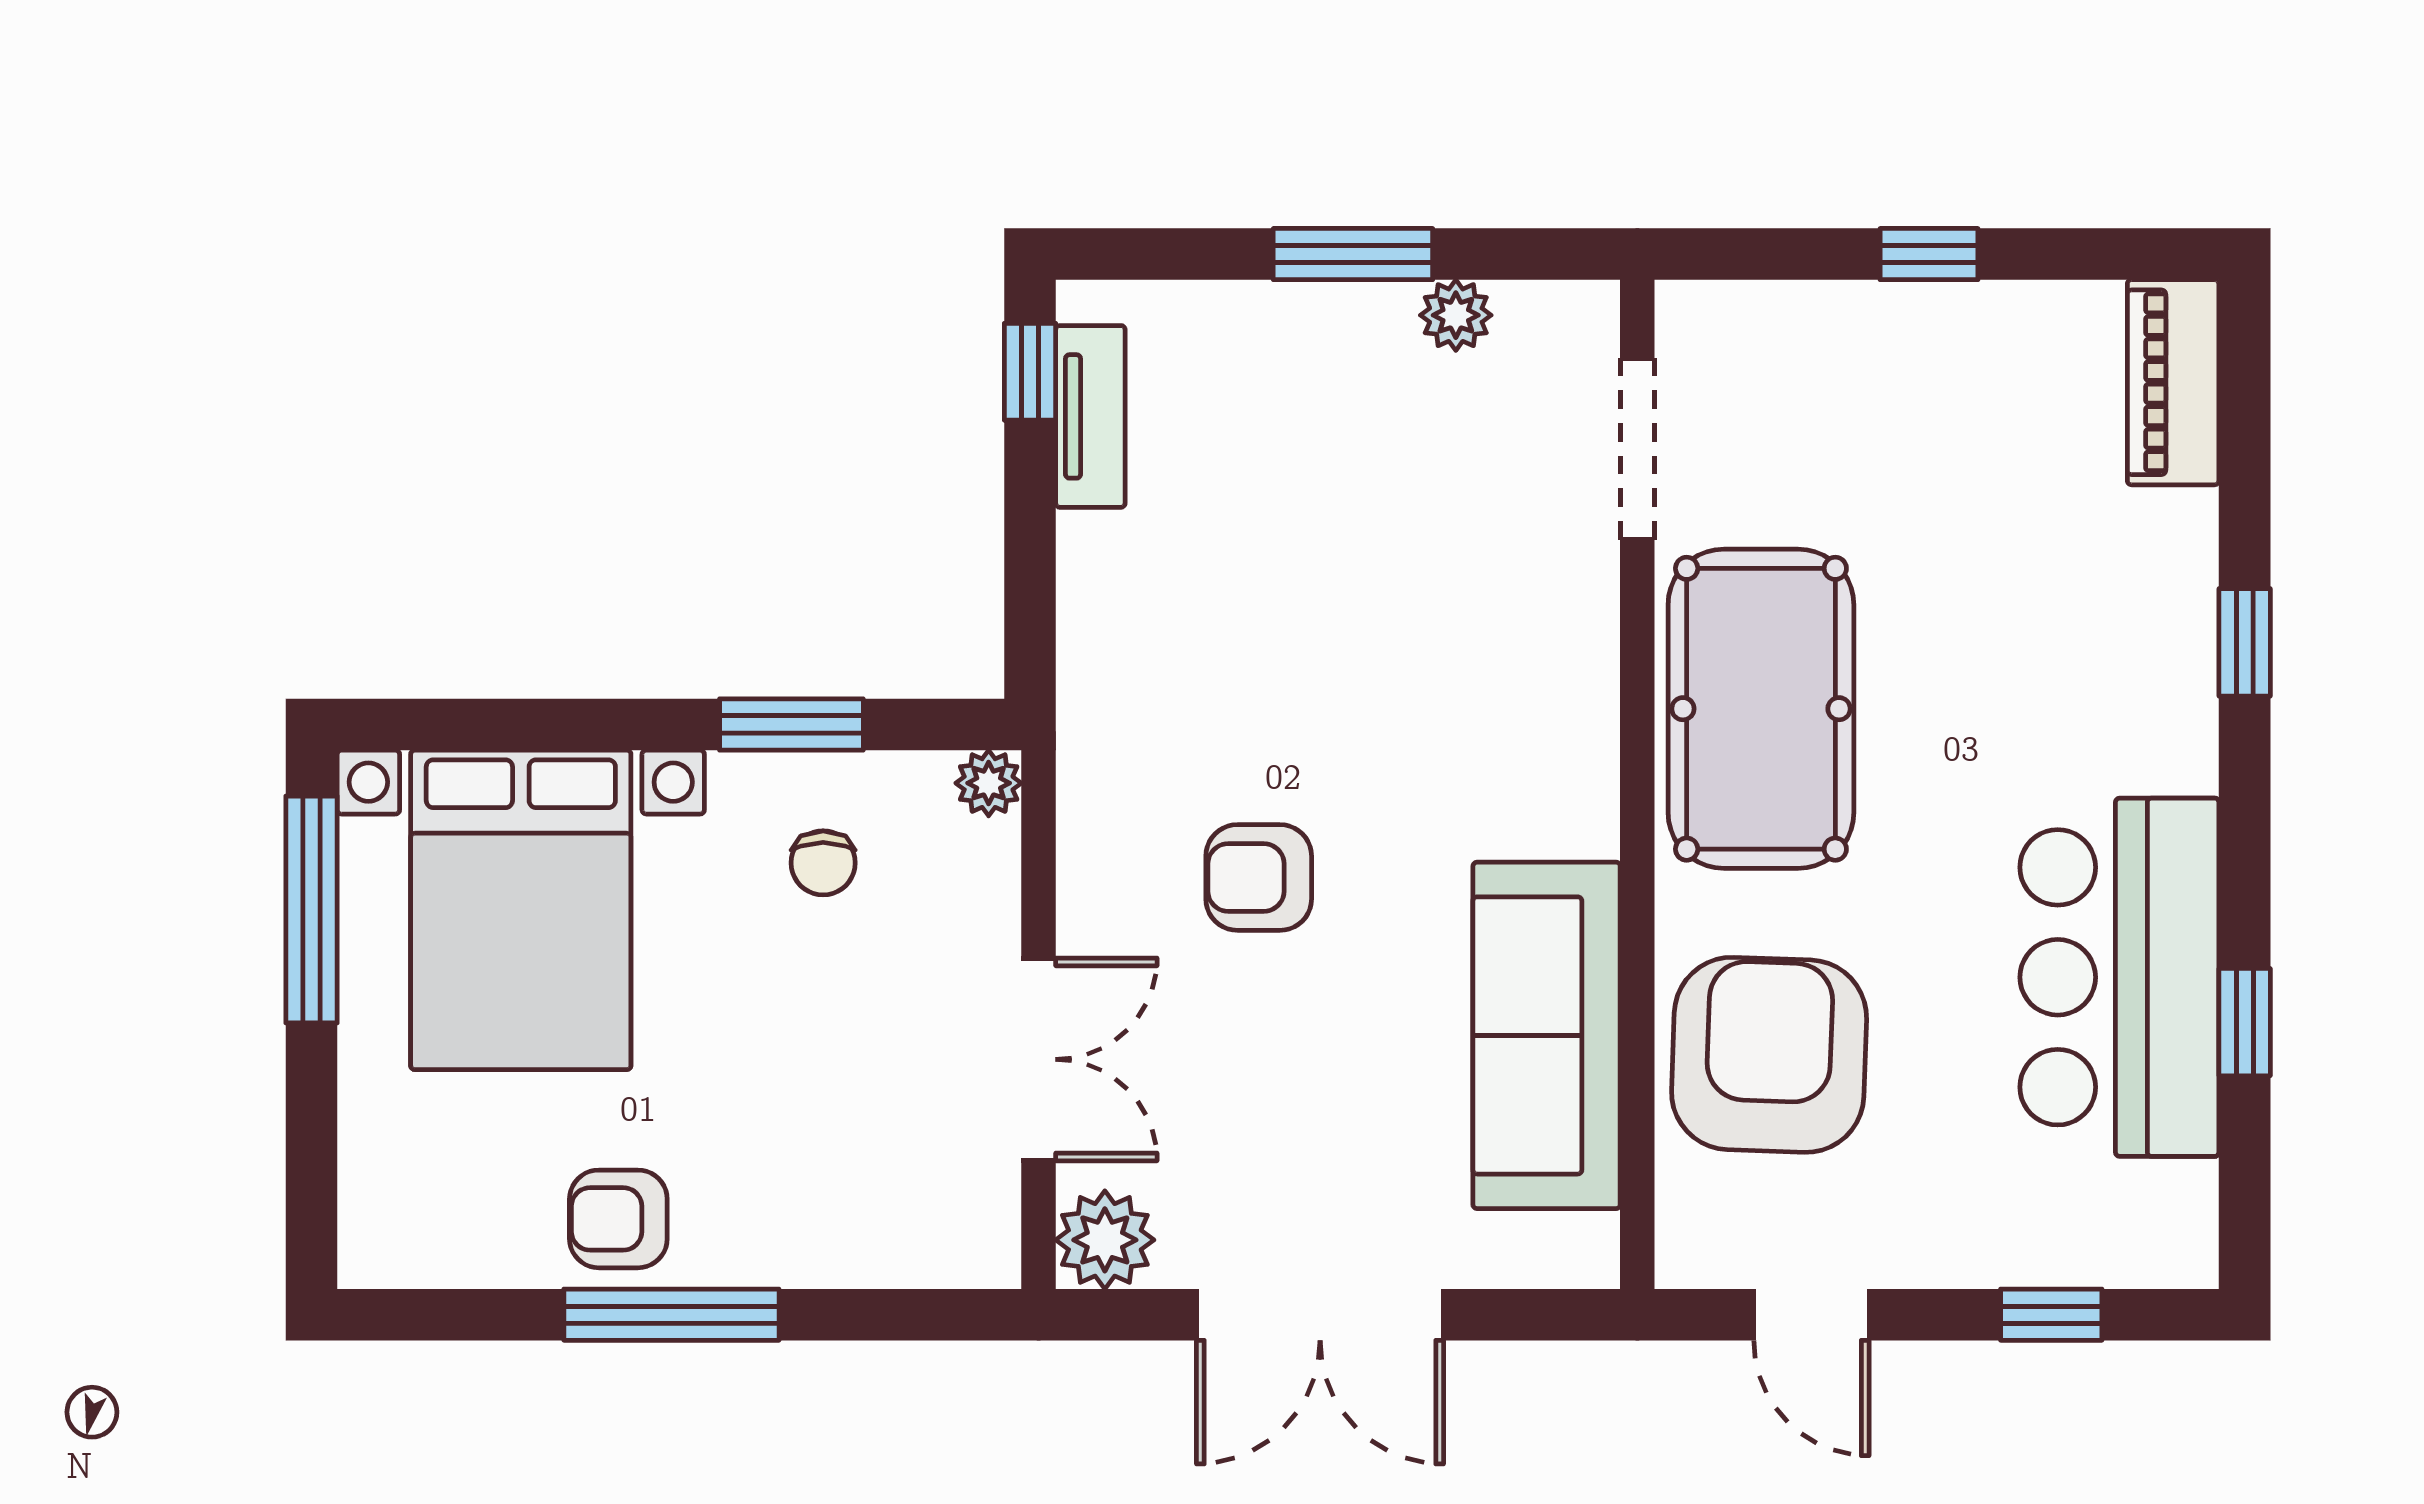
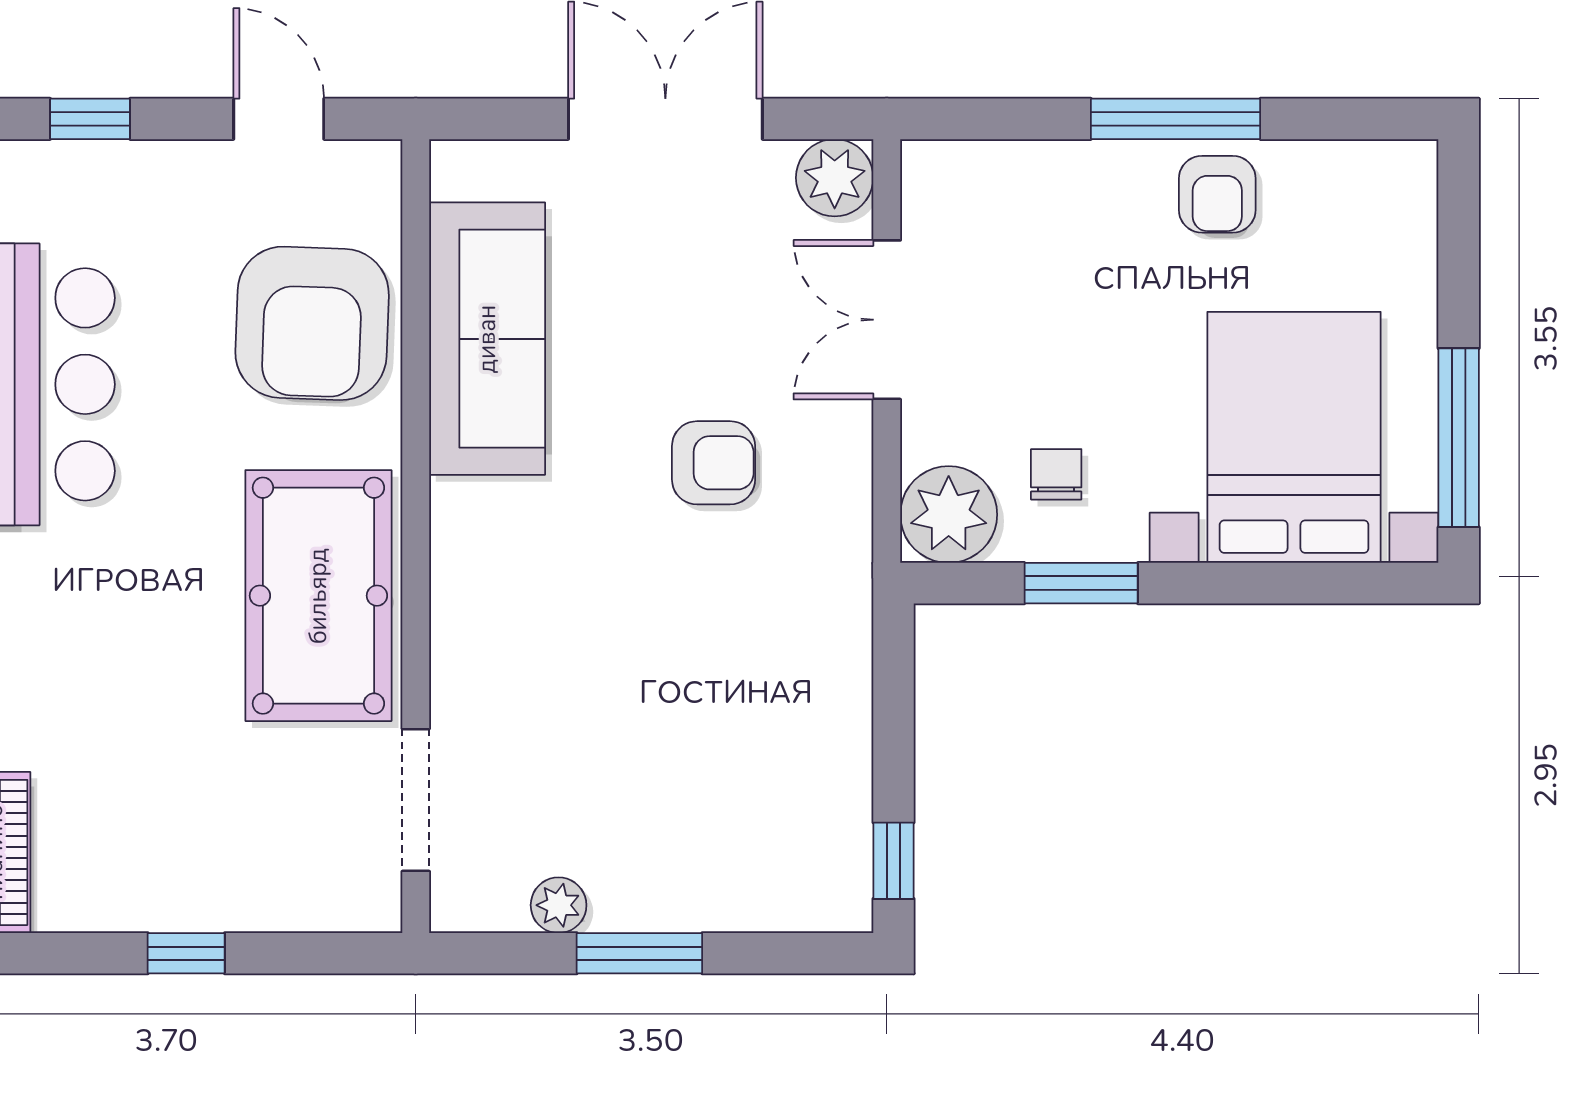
tv unit: (1090, 416) -> (846, 826), removed
plant: (989, 783) -> (949, 515), width x1.87, depth x1.87
armchair: (618, 1219) -> (1217, 194), turned 90

